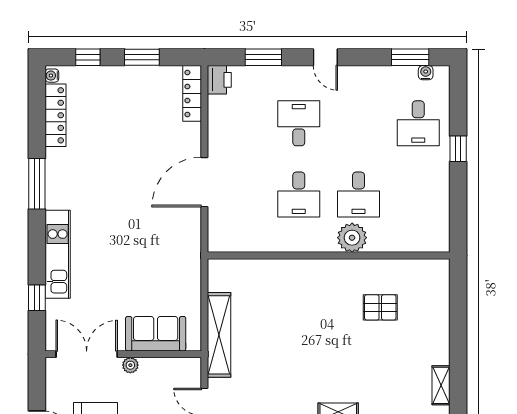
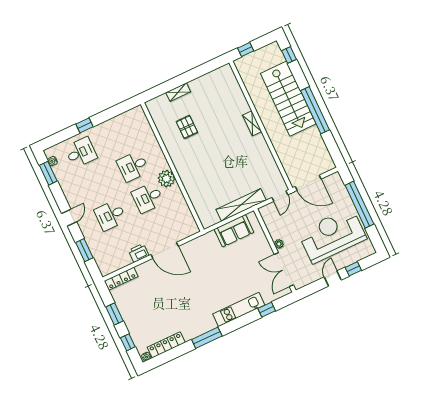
printer: (219, 80) -> (139, 253), moved
desk: (299, 195) -> (148, 198), turned 180
desk: (359, 195) -> (133, 166), turned 180
plant: (352, 238) -> (166, 179), moved
sofa: (156, 334) -> (234, 231), moved, turned -90
shelving: (441, 385) -> (178, 92), moved

